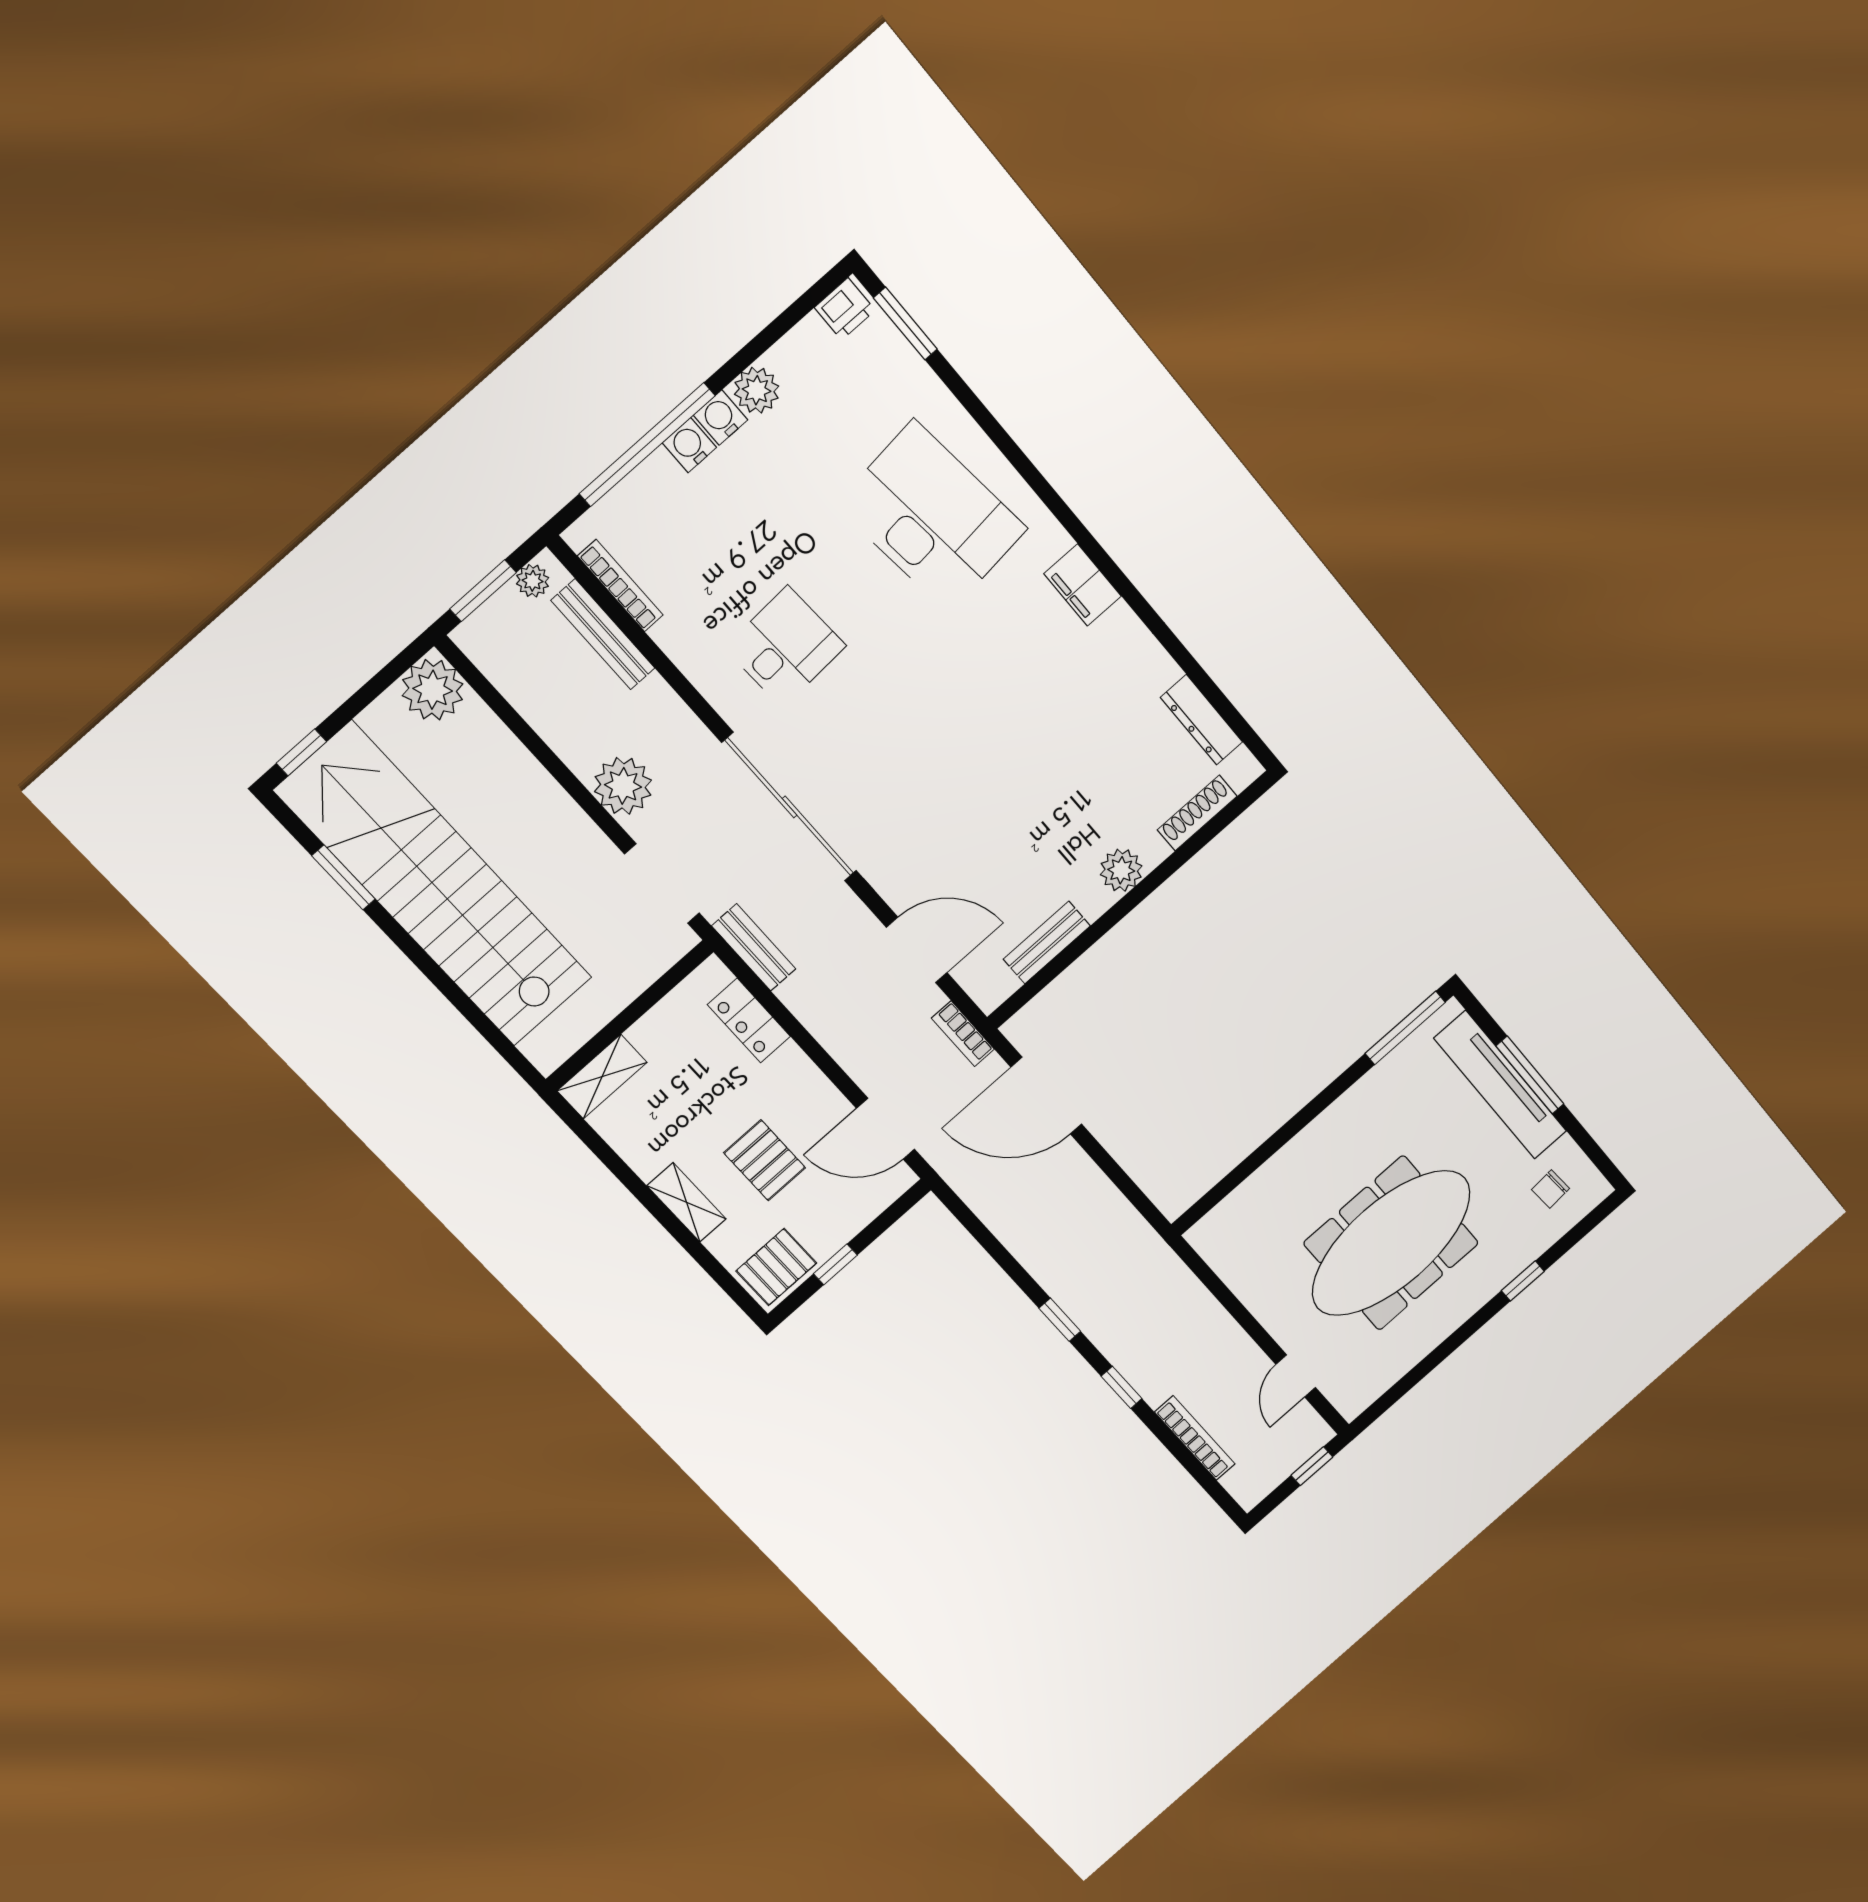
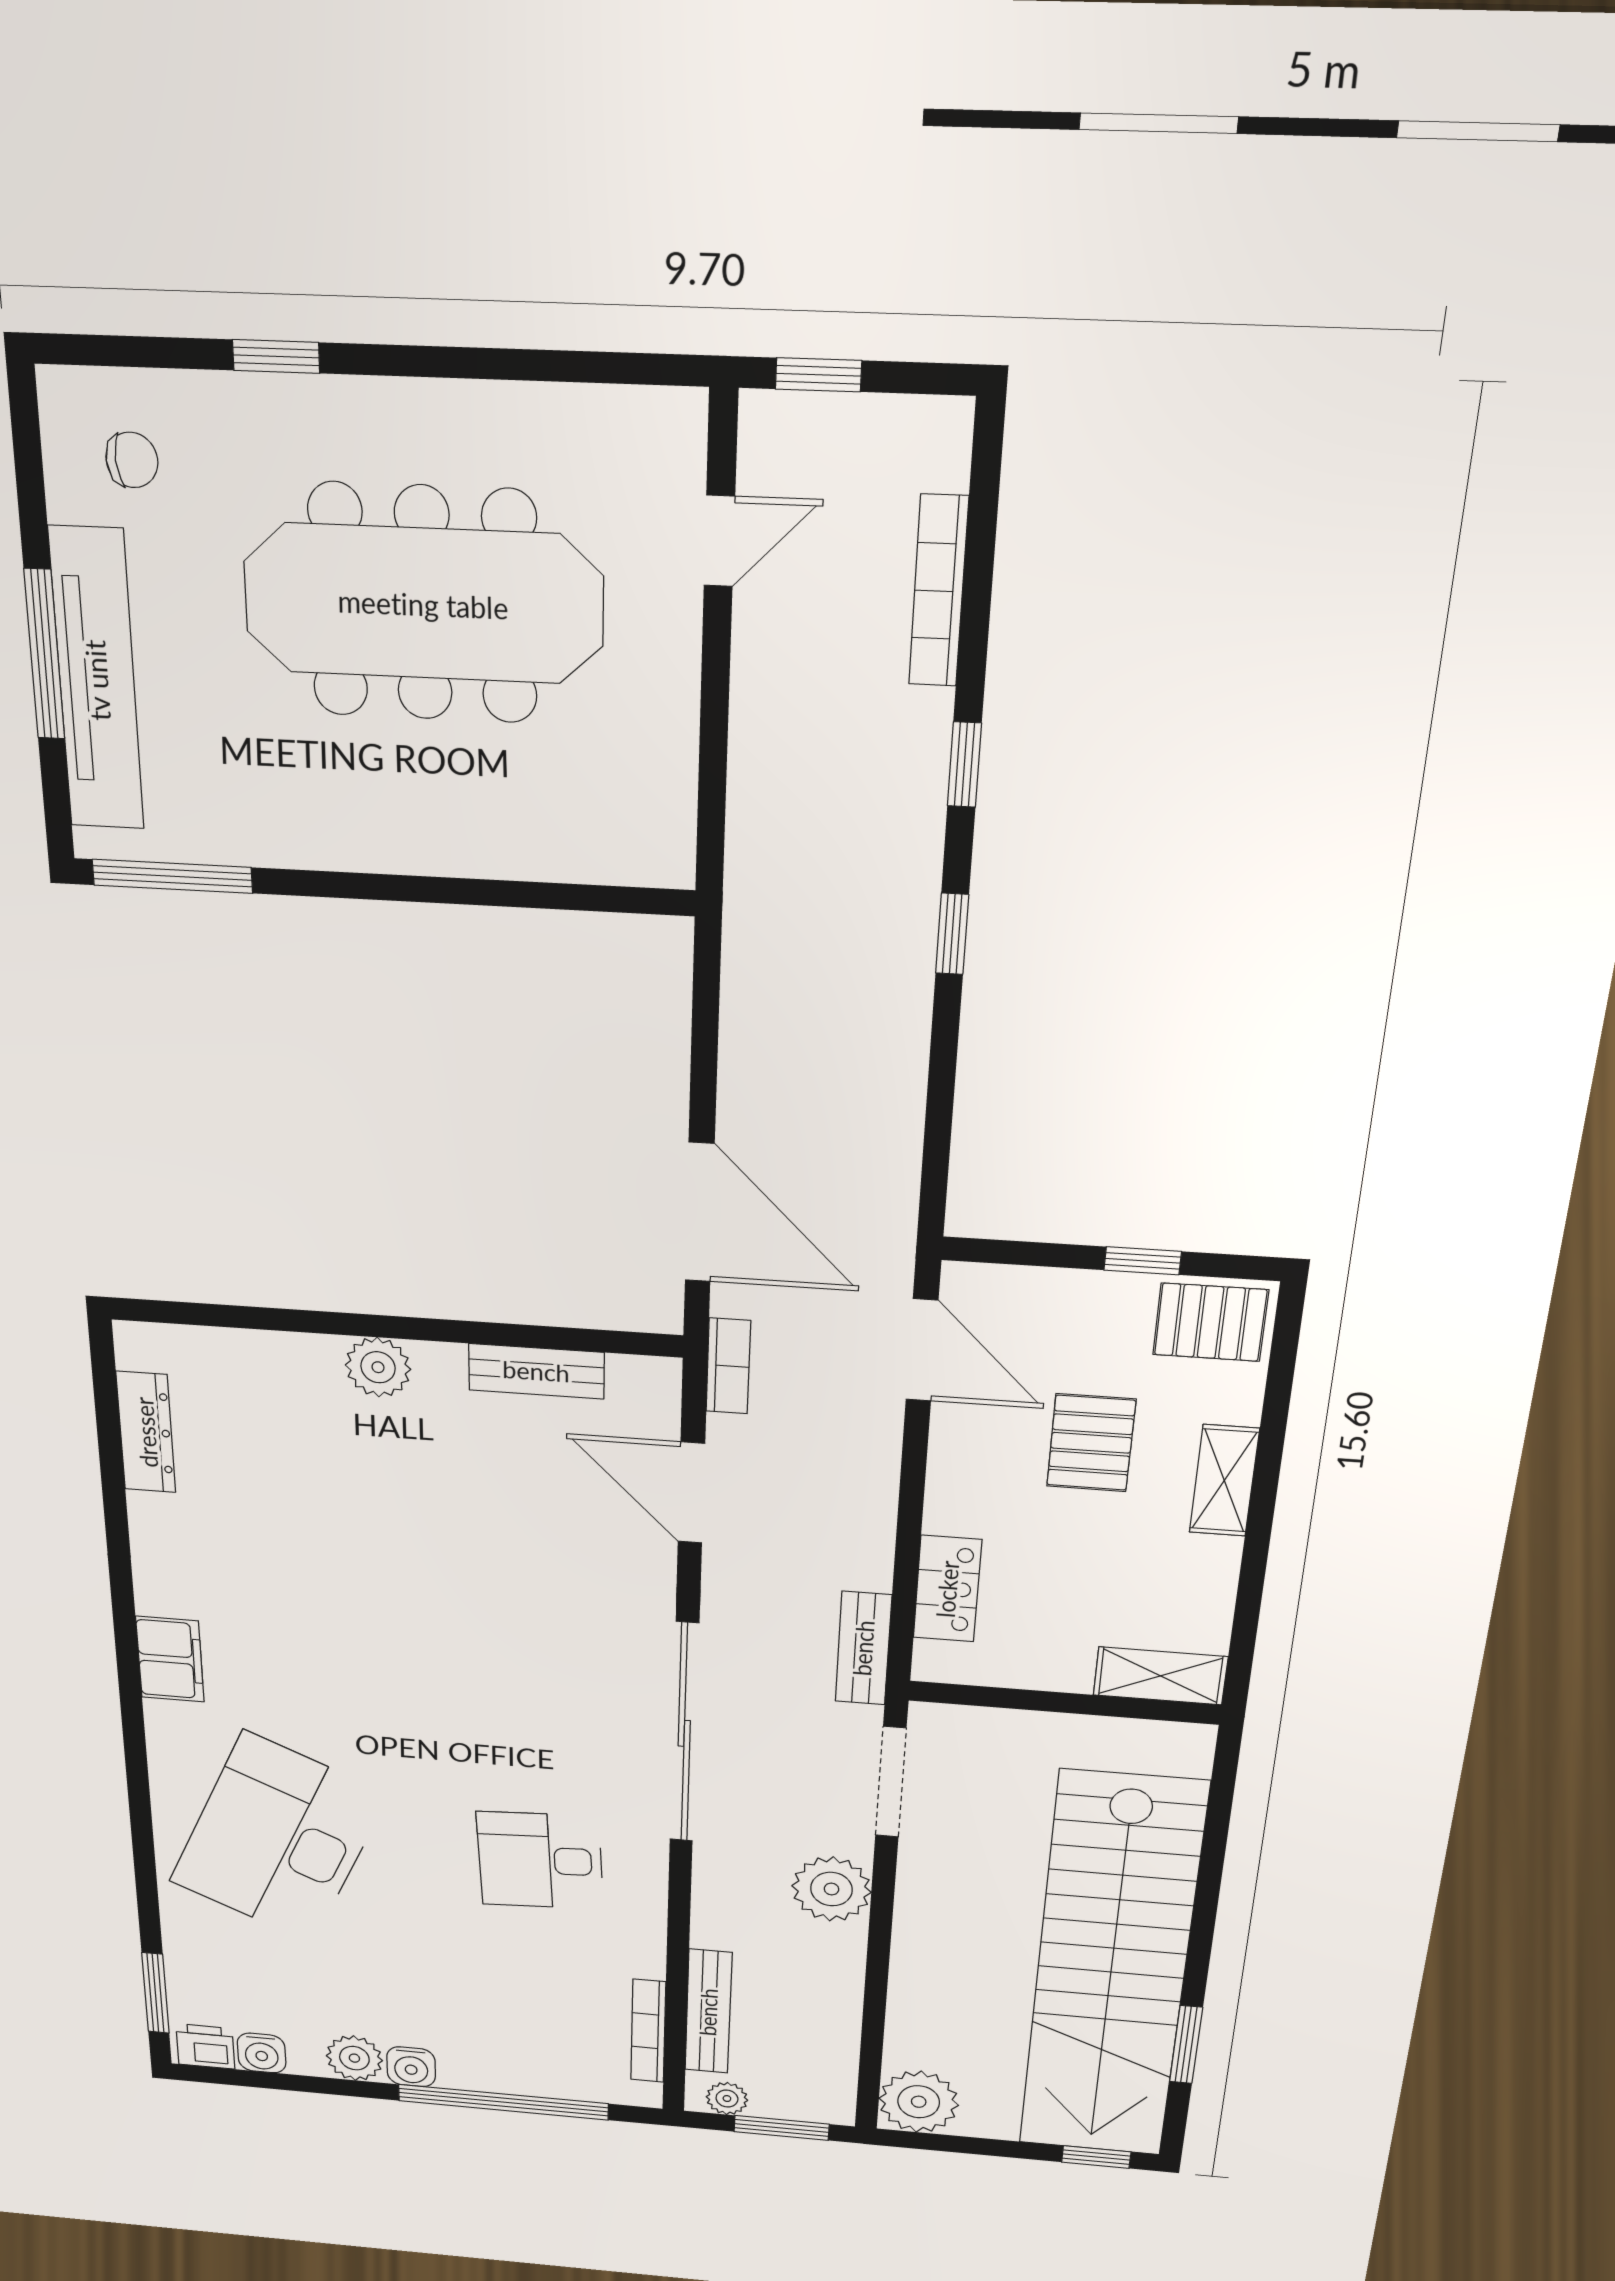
water cooler: (689, 445) -> (262, 2053), moved
desk: (932, 517) -> (278, 1838), turned 30
shoe rack: (1197, 813) -> (234, 1347), removed

